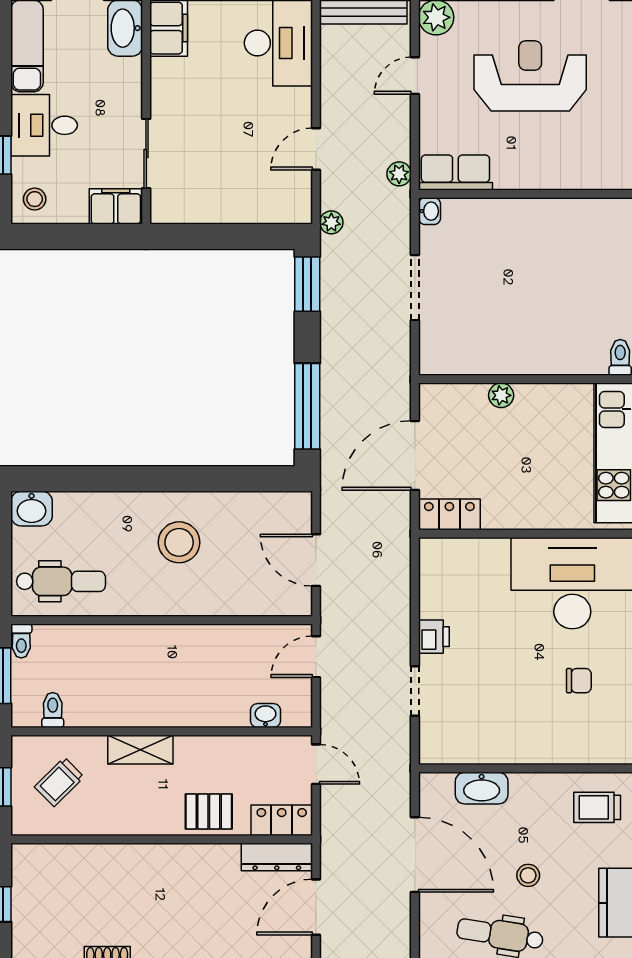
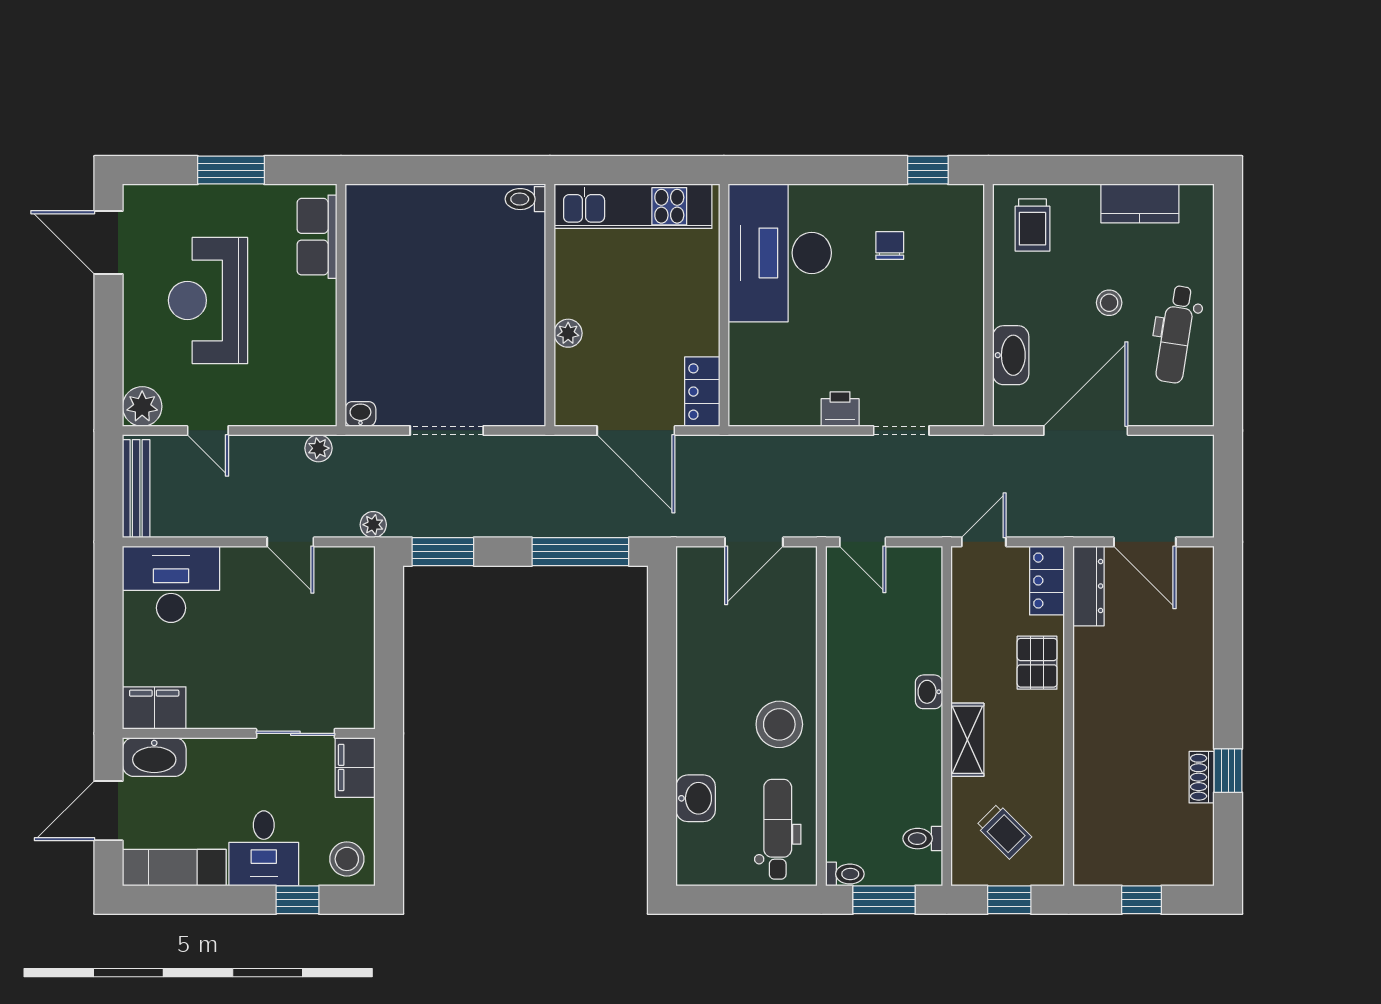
row of seats: (455, 172) -> (317, 237), moved
stool: (35, 199) -> (347, 859), width x1.37, depth x1.37
washbasin: (31, 509) -> (696, 798), moved
stool: (179, 542) -> (779, 724), moved
washbasin: (265, 716) -> (929, 692), moved

